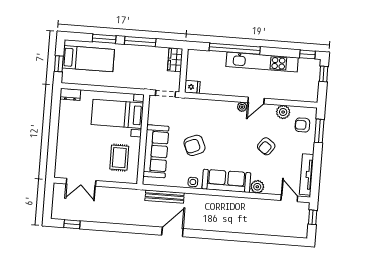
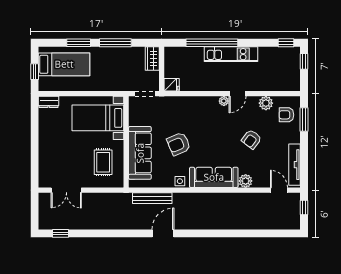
kitchen unit: (262, 62) -> (231, 54), width x0.73

